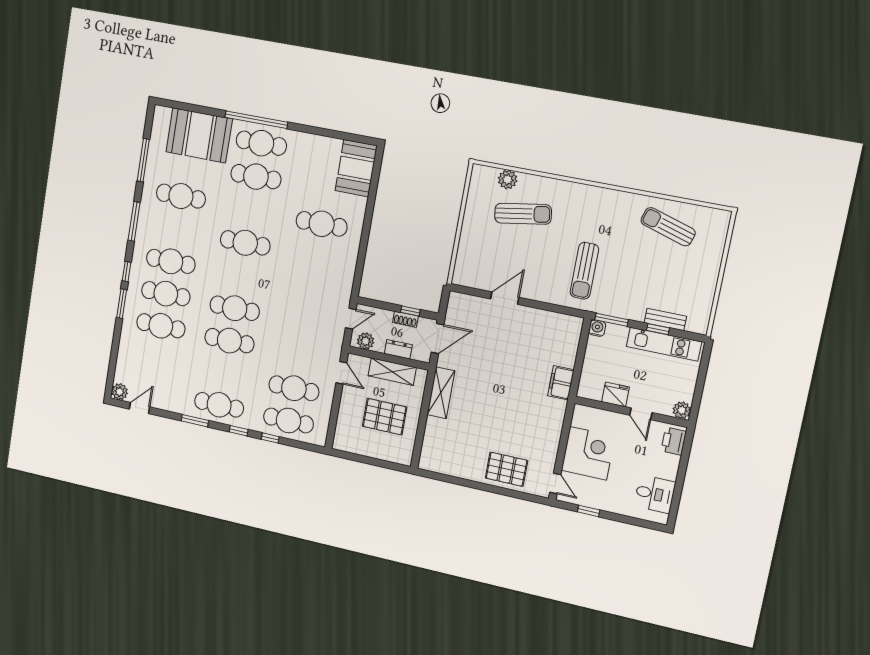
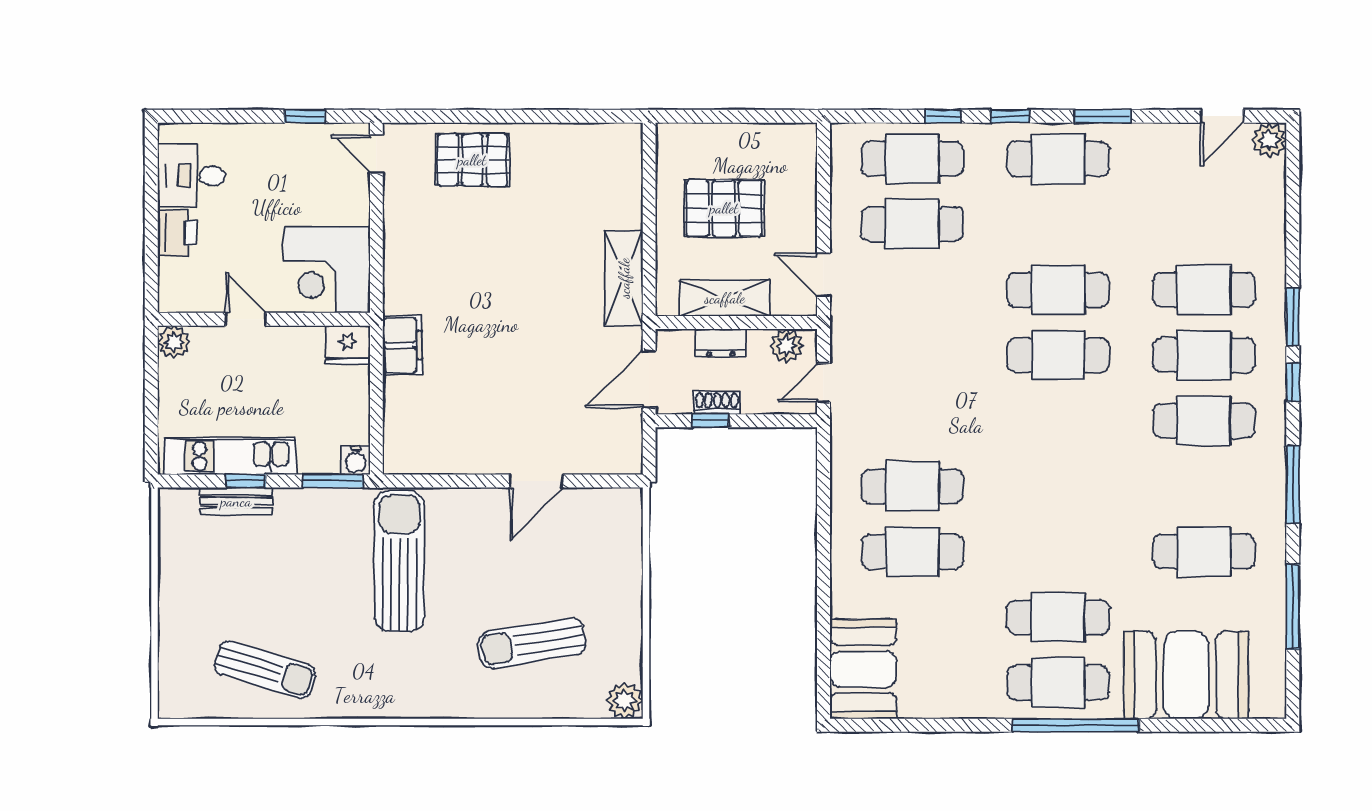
plant: (508, 180) -> (625, 701), moved
cafe table: (245, 243) -> (912, 486), moved
sun lounger: (584, 271) -> (399, 561), width x1.36, depth x1.34
fridge: (615, 394) -> (348, 345), moved
printer: (674, 441) -> (177, 233), moved
corner desk: (588, 453) -> (327, 270), moved

